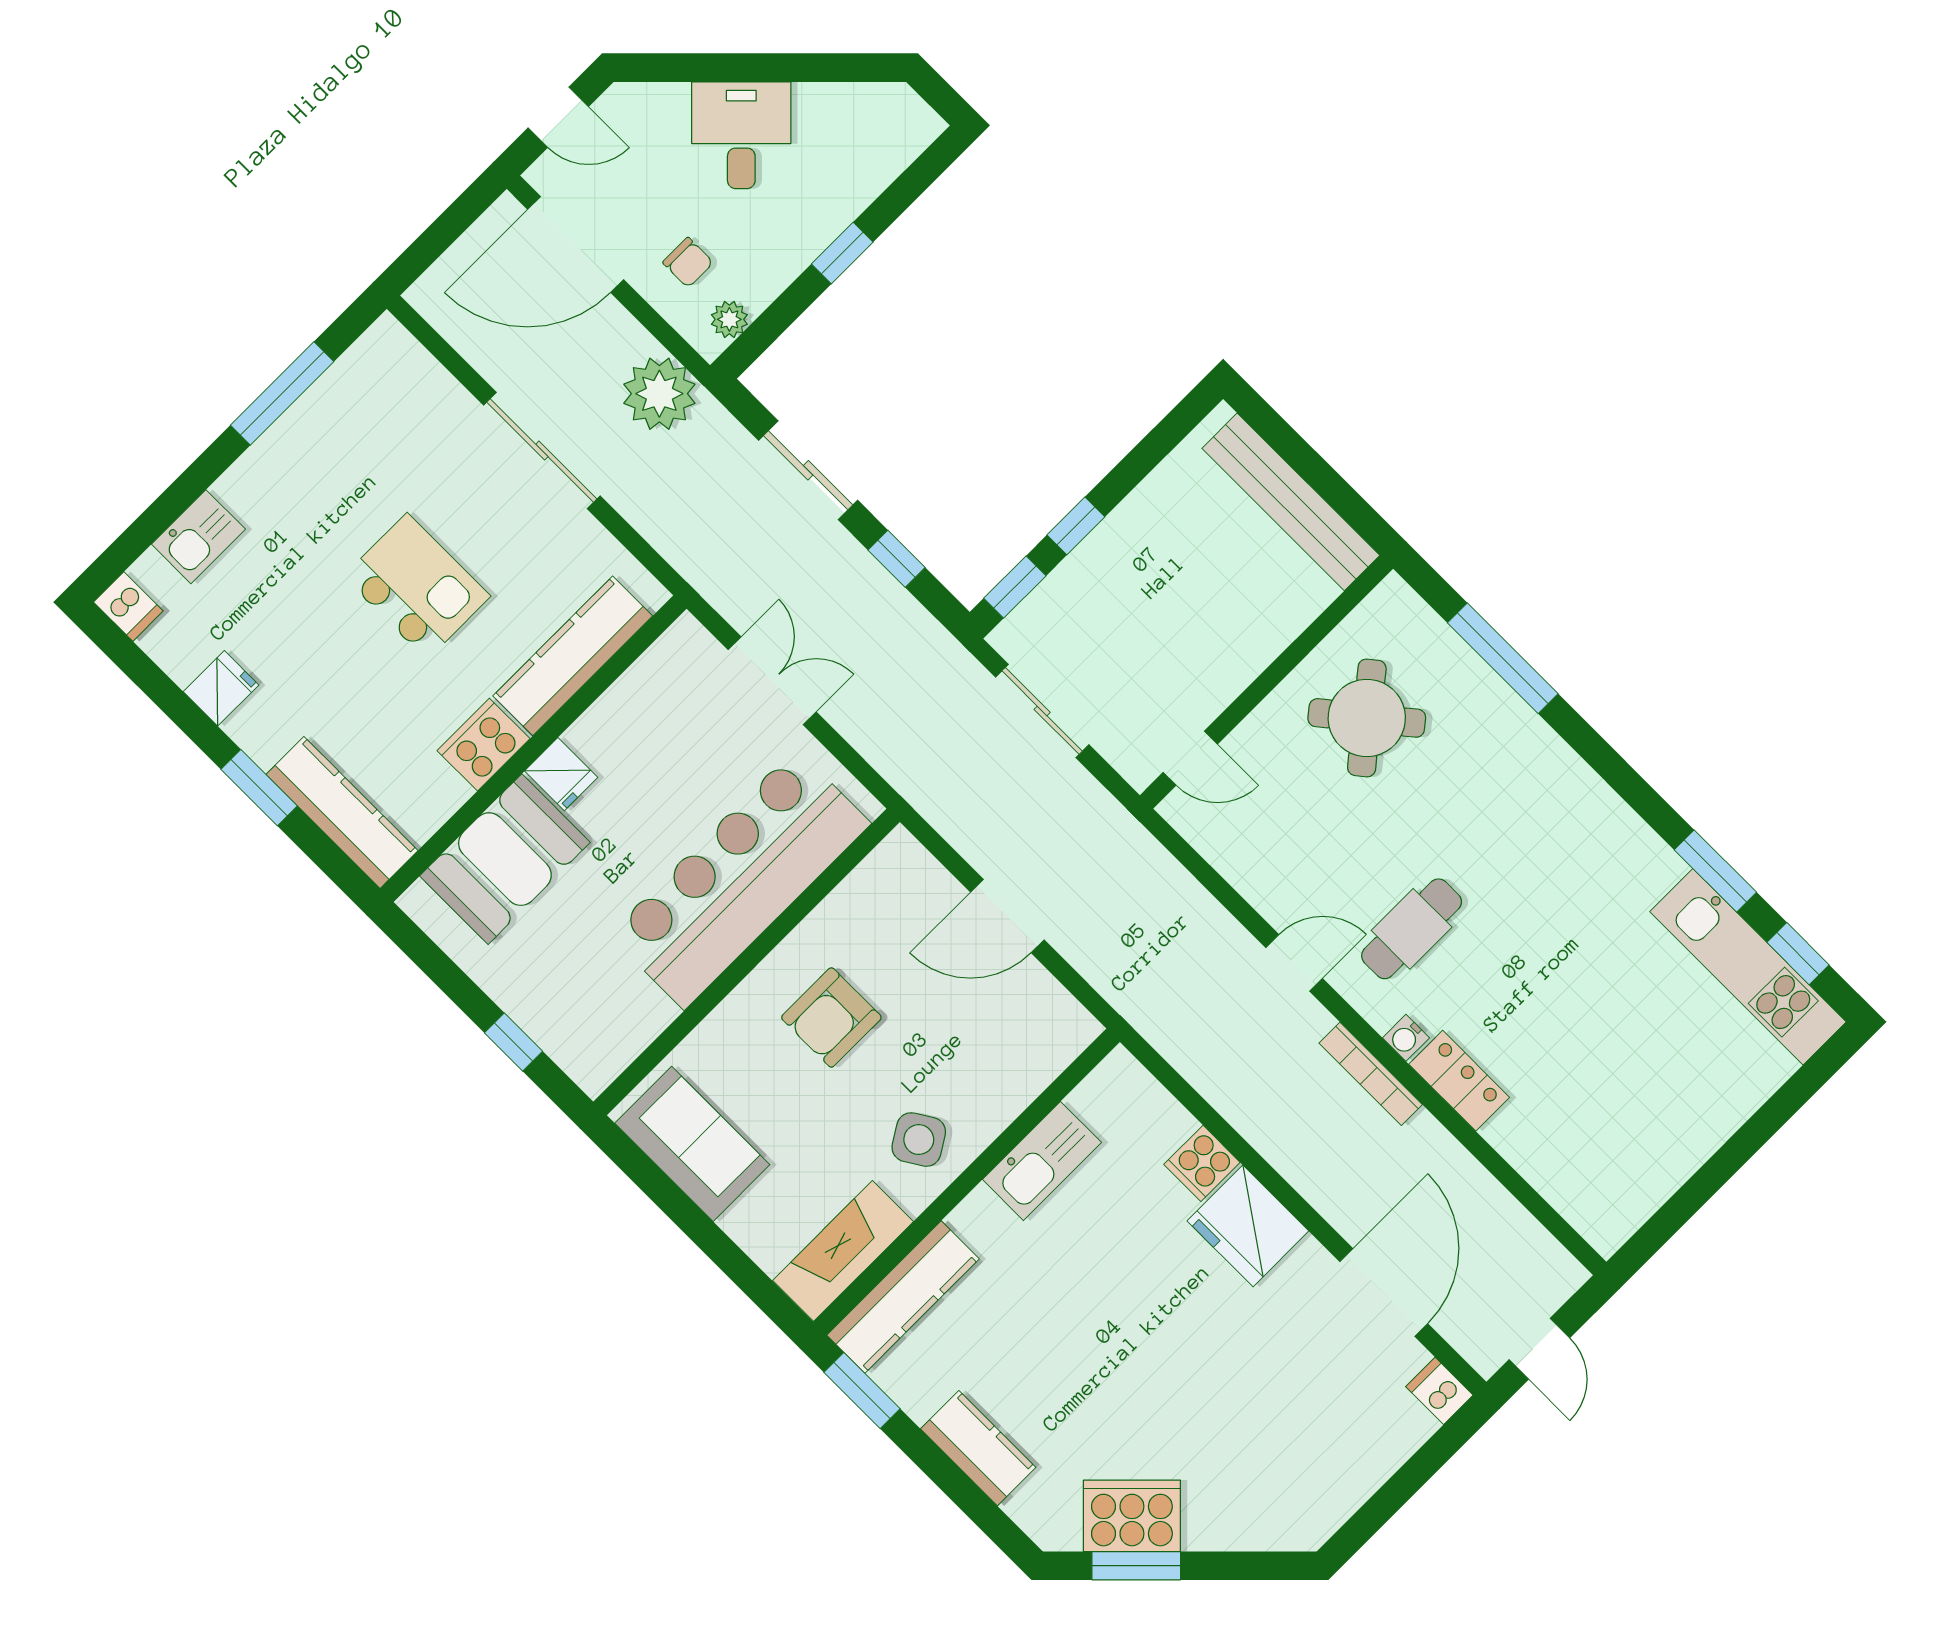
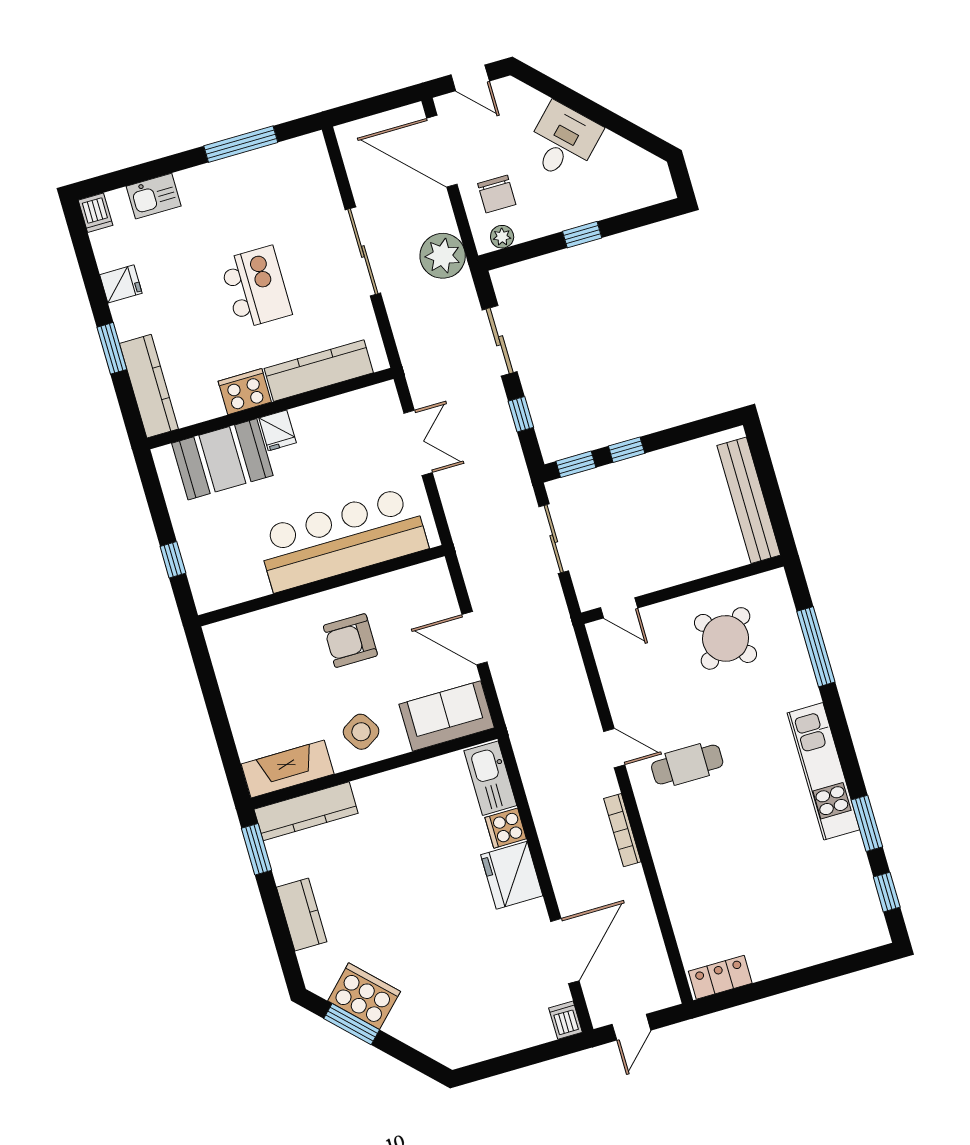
chair: (688, 262) -> (497, 194), width x1.37, depth x1.37
kitchen unit: (1748, 967) -> (823, 771), moved
water cooler: (1406, 1038) -> (652, 821), removed
locker: (1459, 1081) -> (720, 977), moved, turned -90
sofa: (692, 1144) -> (447, 716), moved, turned -90
kitchen sink: (1042, 1161) -> (490, 778), moved, turned 90

